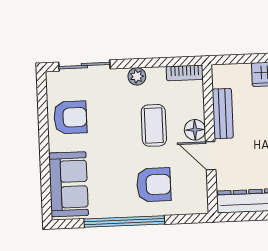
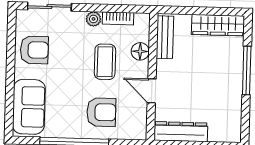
bookcase: (185, 73) -> (118, 18), moved
bench: (223, 114) -> (165, 37), moved
floor lamp: (195, 130) -> (140, 51), moved

